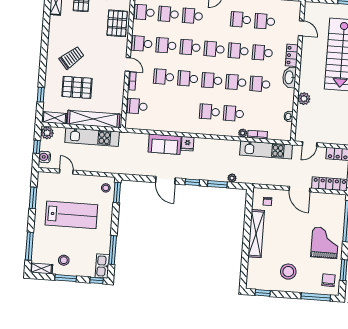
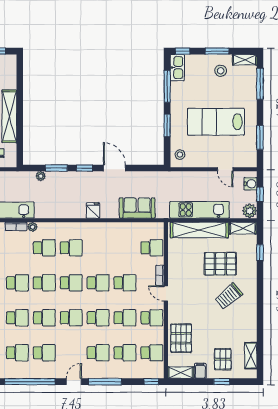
sofa: (165, 144) -> (137, 208), moved
window: (117, 193) -> (167, 126), moved

